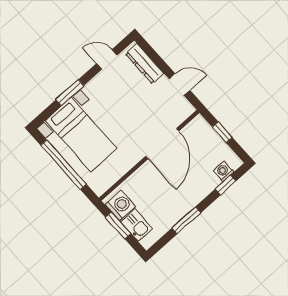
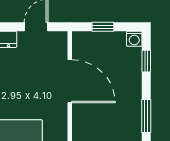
washing machine: (224, 171) -> (134, 39), moved, turned -90

